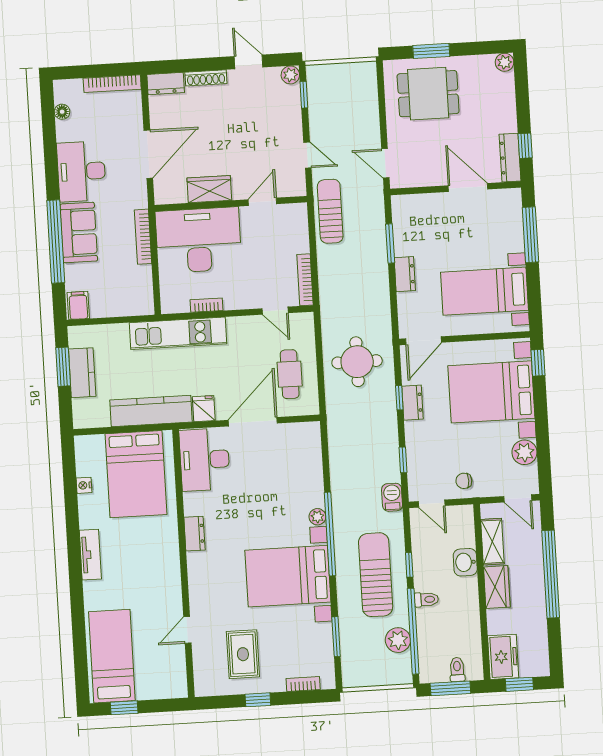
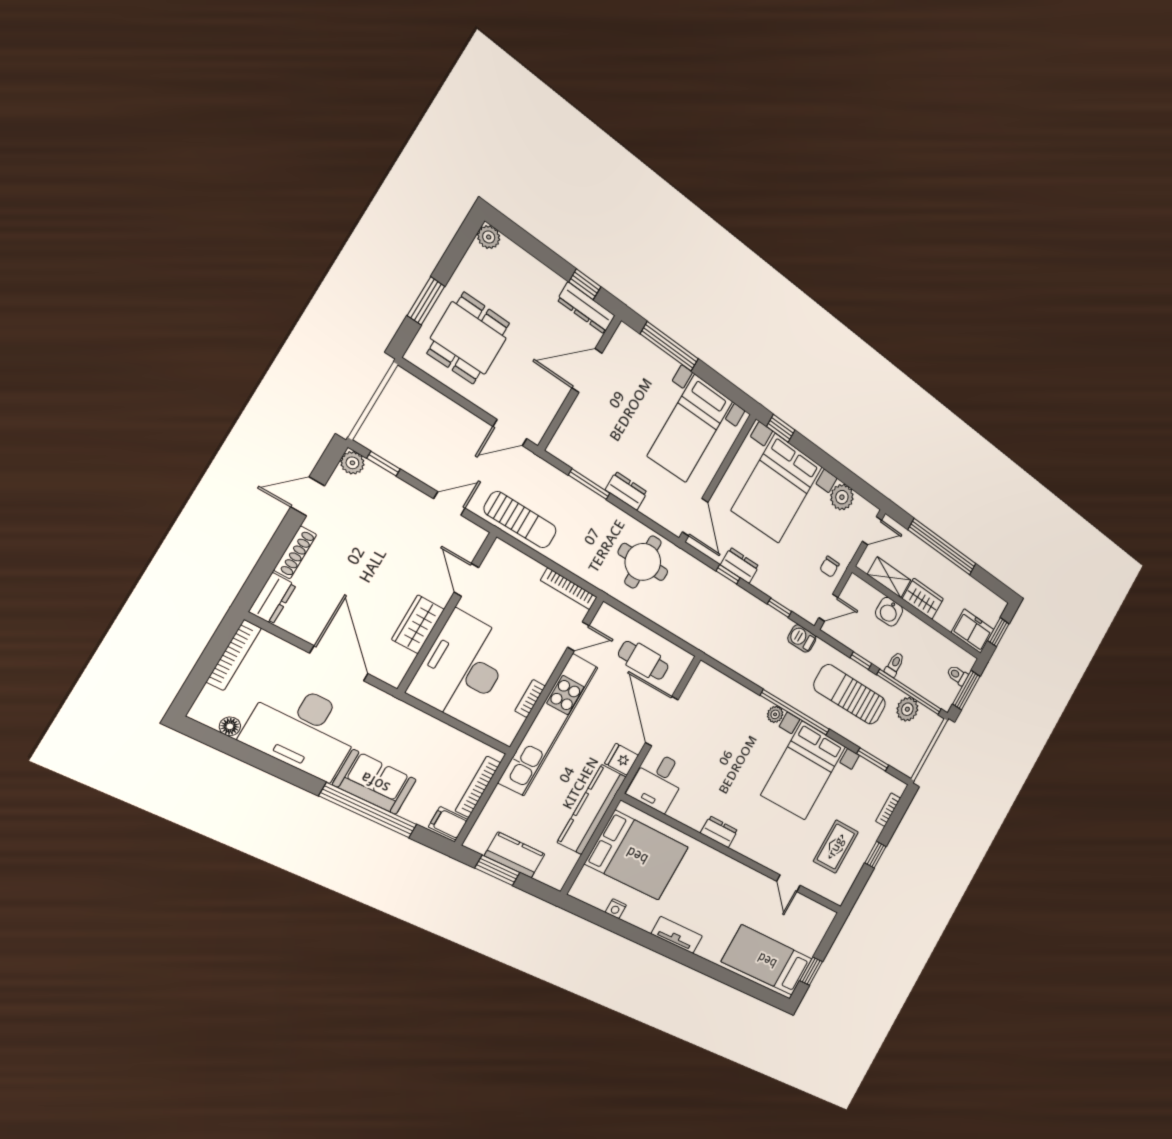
desk: (81, 171) -> (303, 730), width x1.36, depth x1.30
sun lounger: (330, 211) -> (520, 520), turned 180
bookcase: (143, 237) -> (478, 787), moved, turned 90
kitchen unit: (178, 333) -> (548, 725), width x1.36
round table: (357, 362) -> (643, 562), moved
desk: (205, 460) -> (658, 782), width x0.73
rug: (243, 654) -> (836, 847), turned 90

